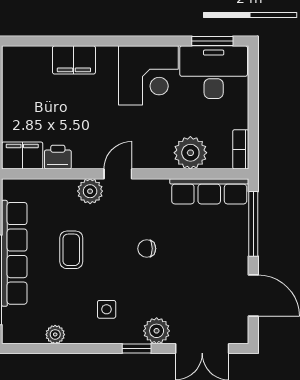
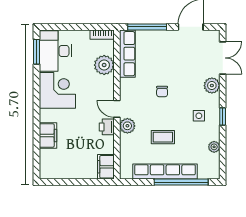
printer: (58, 157) -> (107, 127), moved
window: (137, 349) -> (223, 116), moved

